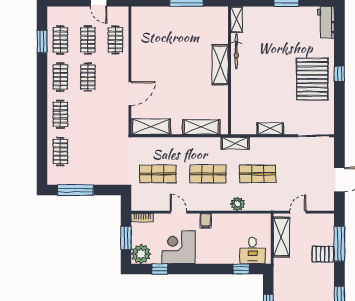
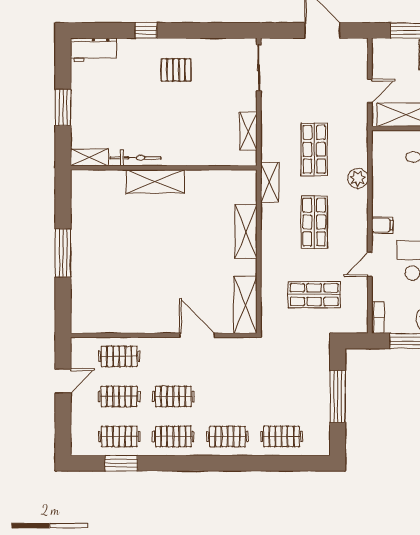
shelving: (237, 20) -> (90, 157), moved
bicycle: (236, 51) -> (135, 158), moved
shelving: (220, 65) -> (155, 181), moved
wall: (229, 70) -> (164, 168), moved
window: (339, 74) -> (146, 30), moved
pallet: (312, 79) -> (176, 70), width x0.49, depth x0.50
shop shelf: (158, 174) -> (314, 295), turned 90
window: (75, 190) -> (338, 397), moved
door: (298, 212) -> (370, 91), swing flipped

